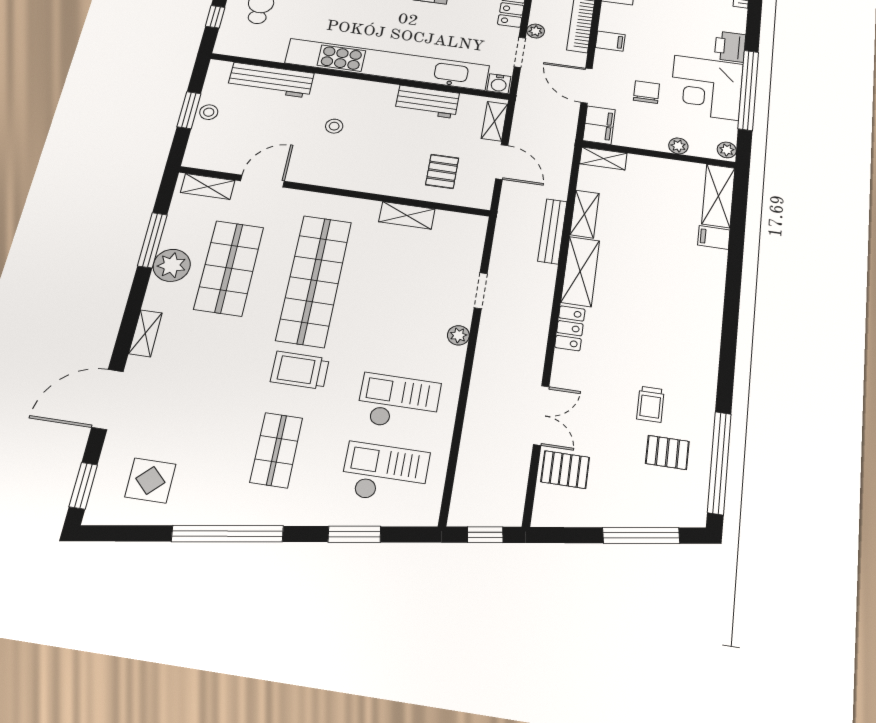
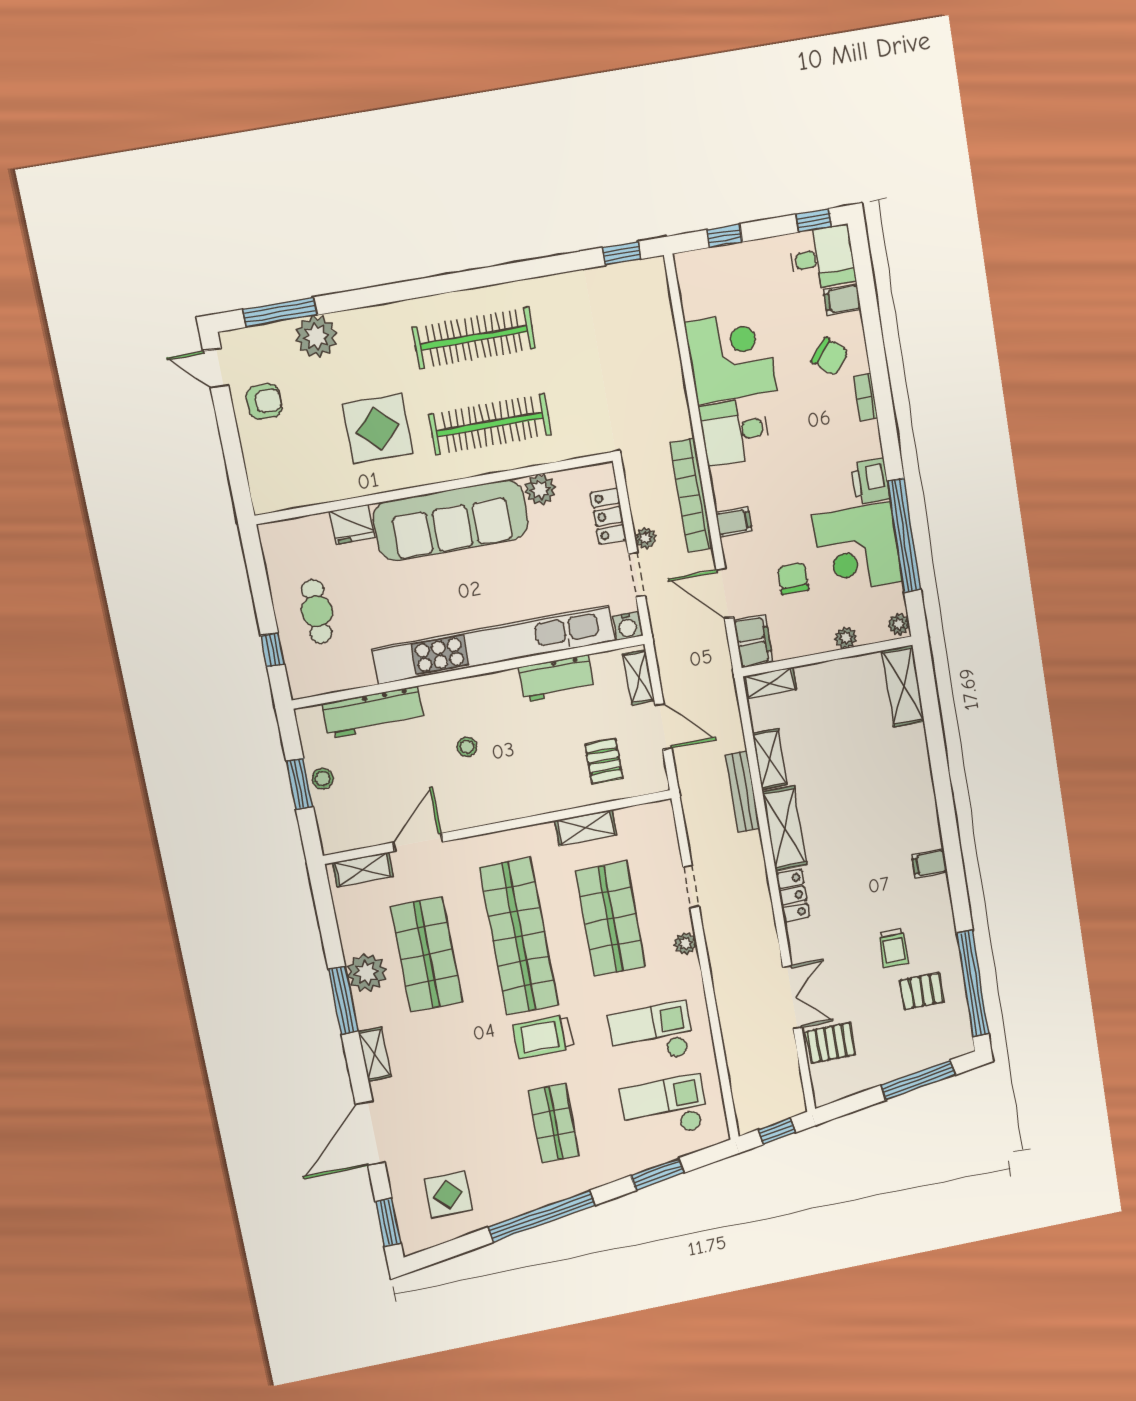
filing cabinet: (714, 237) -> (930, 864), moved
window: (152, 240) -> (343, 1000), moved
shop shelf: (400, 293) -> (610, 919), added

